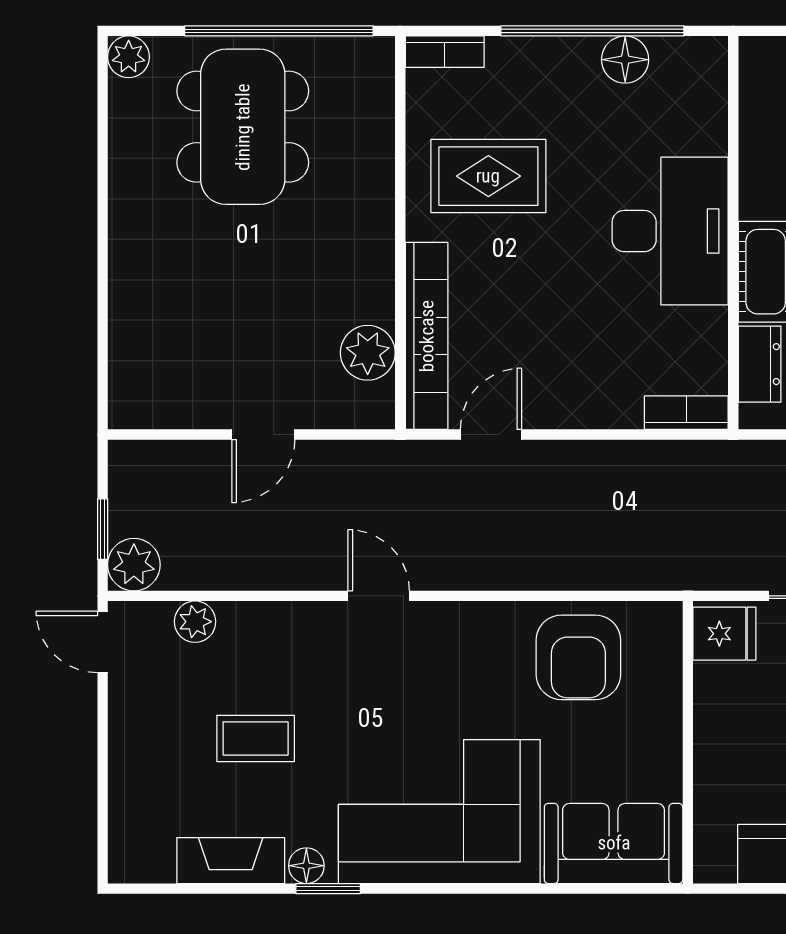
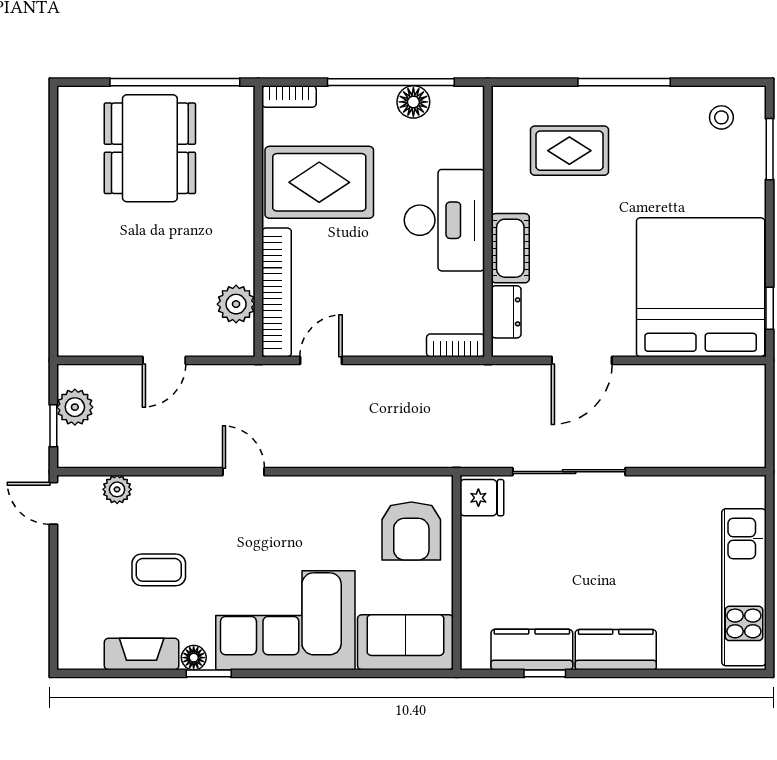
plant: (129, 57) -> (71, 100), removed
rug: (488, 176) -> (319, 182), width x1.36, depth x1.43
plant: (134, 565) -> (75, 407), moved
armchair: (578, 657) -> (411, 531), moved

